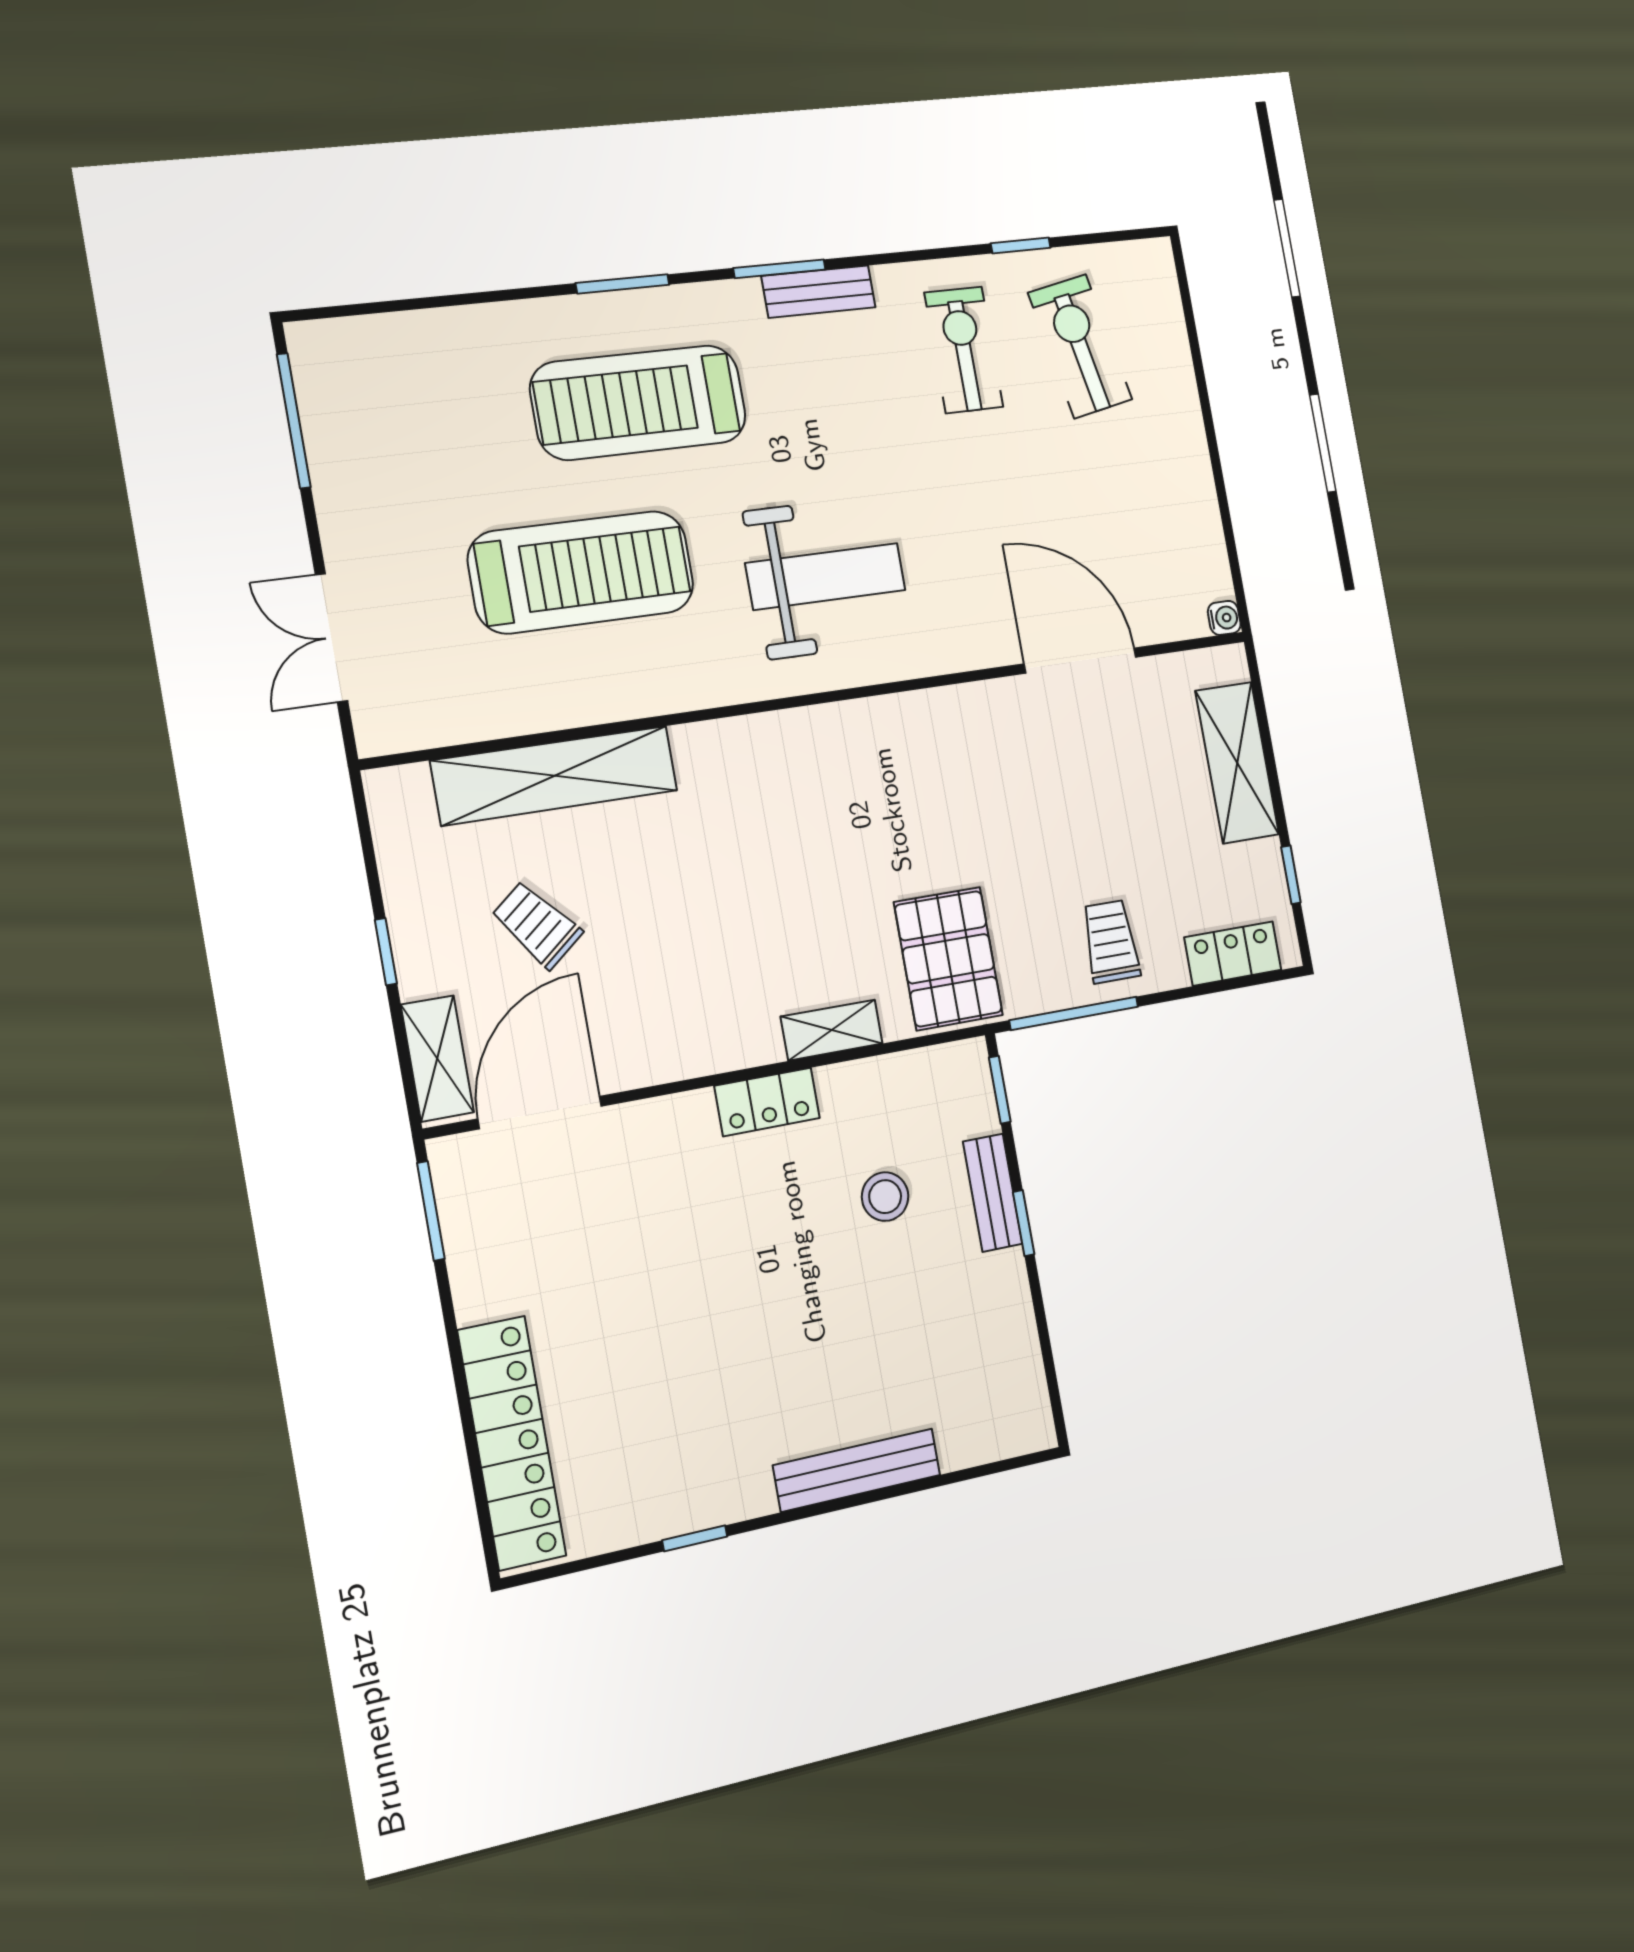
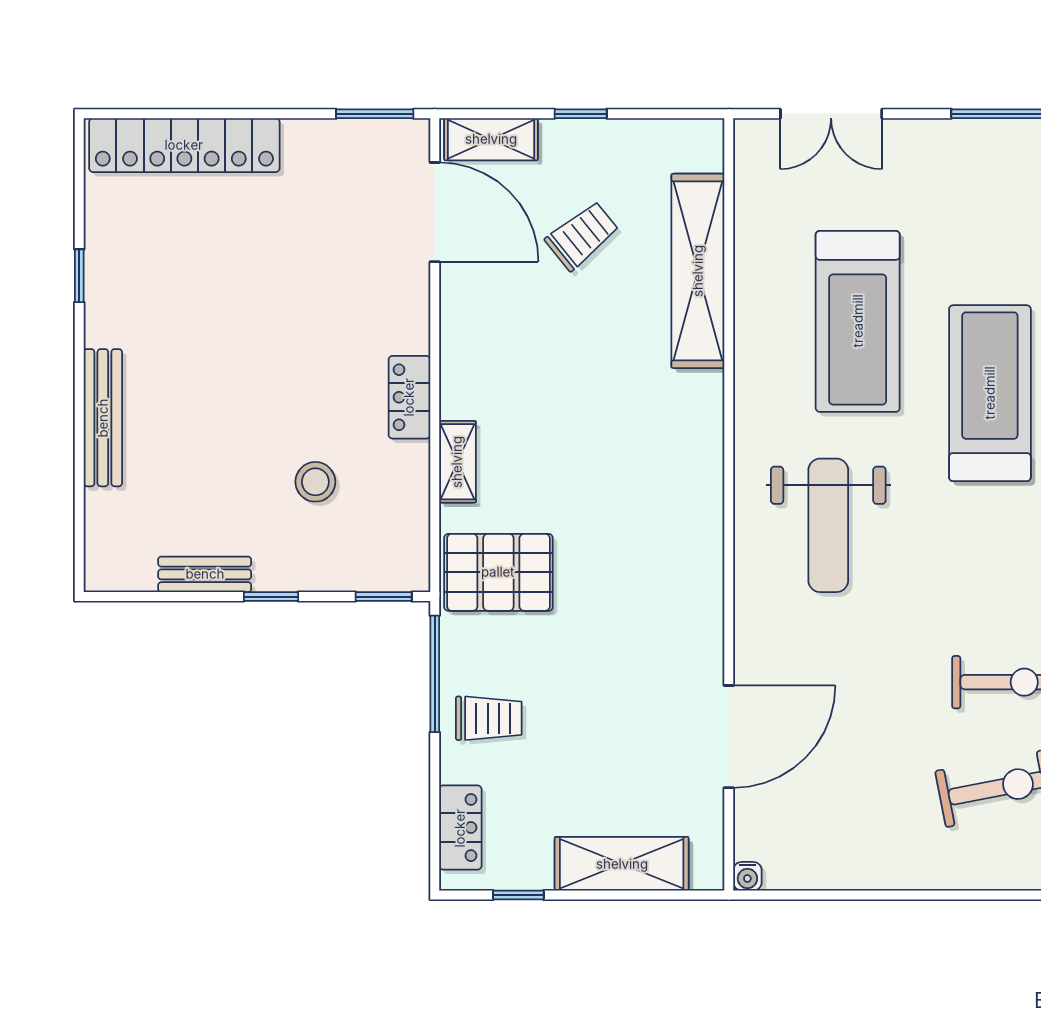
double door: (331, 638) -> (831, 114), swing flipped
bench: (993, 1193) -> (205, 574), moved

